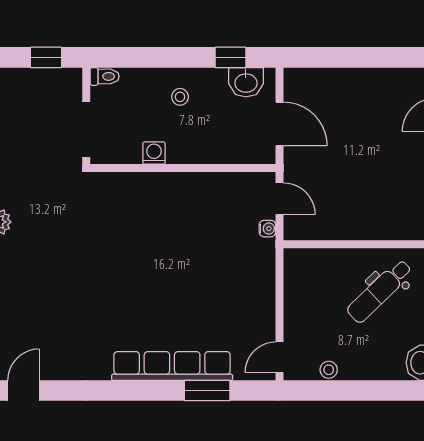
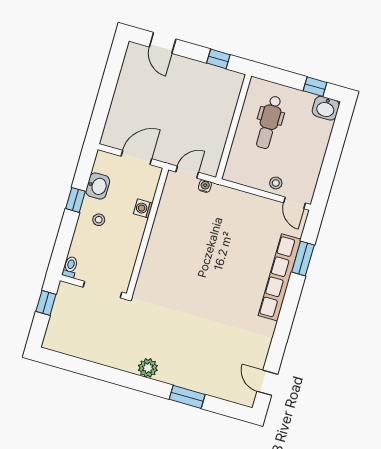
window: (230, 57) -> (75, 200), moved
washbasin: (246, 82) -> (98, 186), moved
washing machine: (154, 153) -> (143, 208), moved
dental chair: (380, 291) -> (269, 122), turned 44
stool: (329, 370) -> (276, 183), moved

